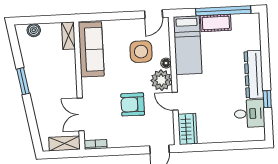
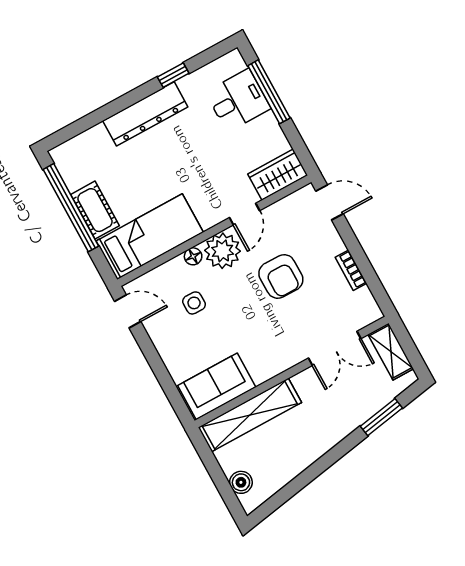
shelving: (68, 36) -> (250, 415), width x2.20, depth x1.33
sofa: (91, 49) -> (217, 386), width x0.73
side table: (141, 52) -> (194, 303), width x0.54, depth x0.54
window: (23, 81) -> (381, 417), moved
desk: (249, 114) -> (238, 100), moved, turned 90
bookcase: (96, 144) -> (351, 270), moved
window: (234, 146) -> (269, 92), added

